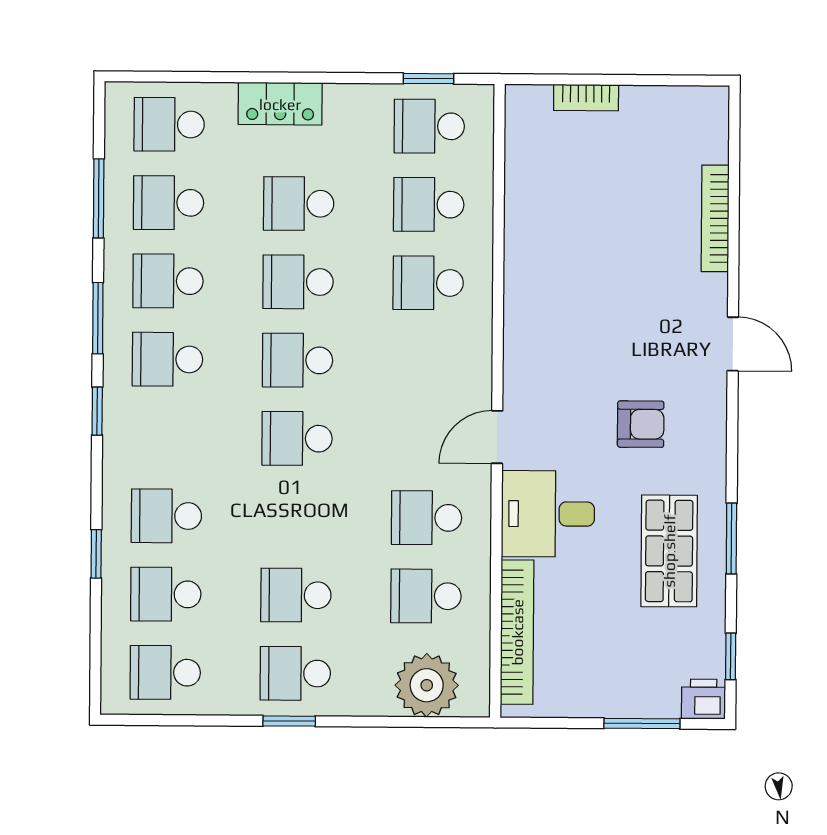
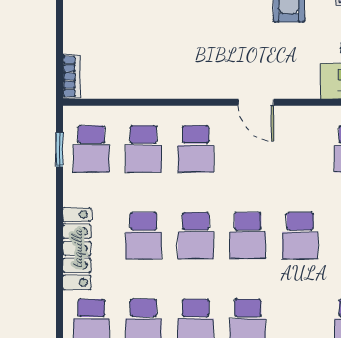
bookcase: (586, 98) -> (71, 76), moved
locker: (280, 104) -> (77, 248), width x1.53
door: (497, 437) -> (256, 102), moved

